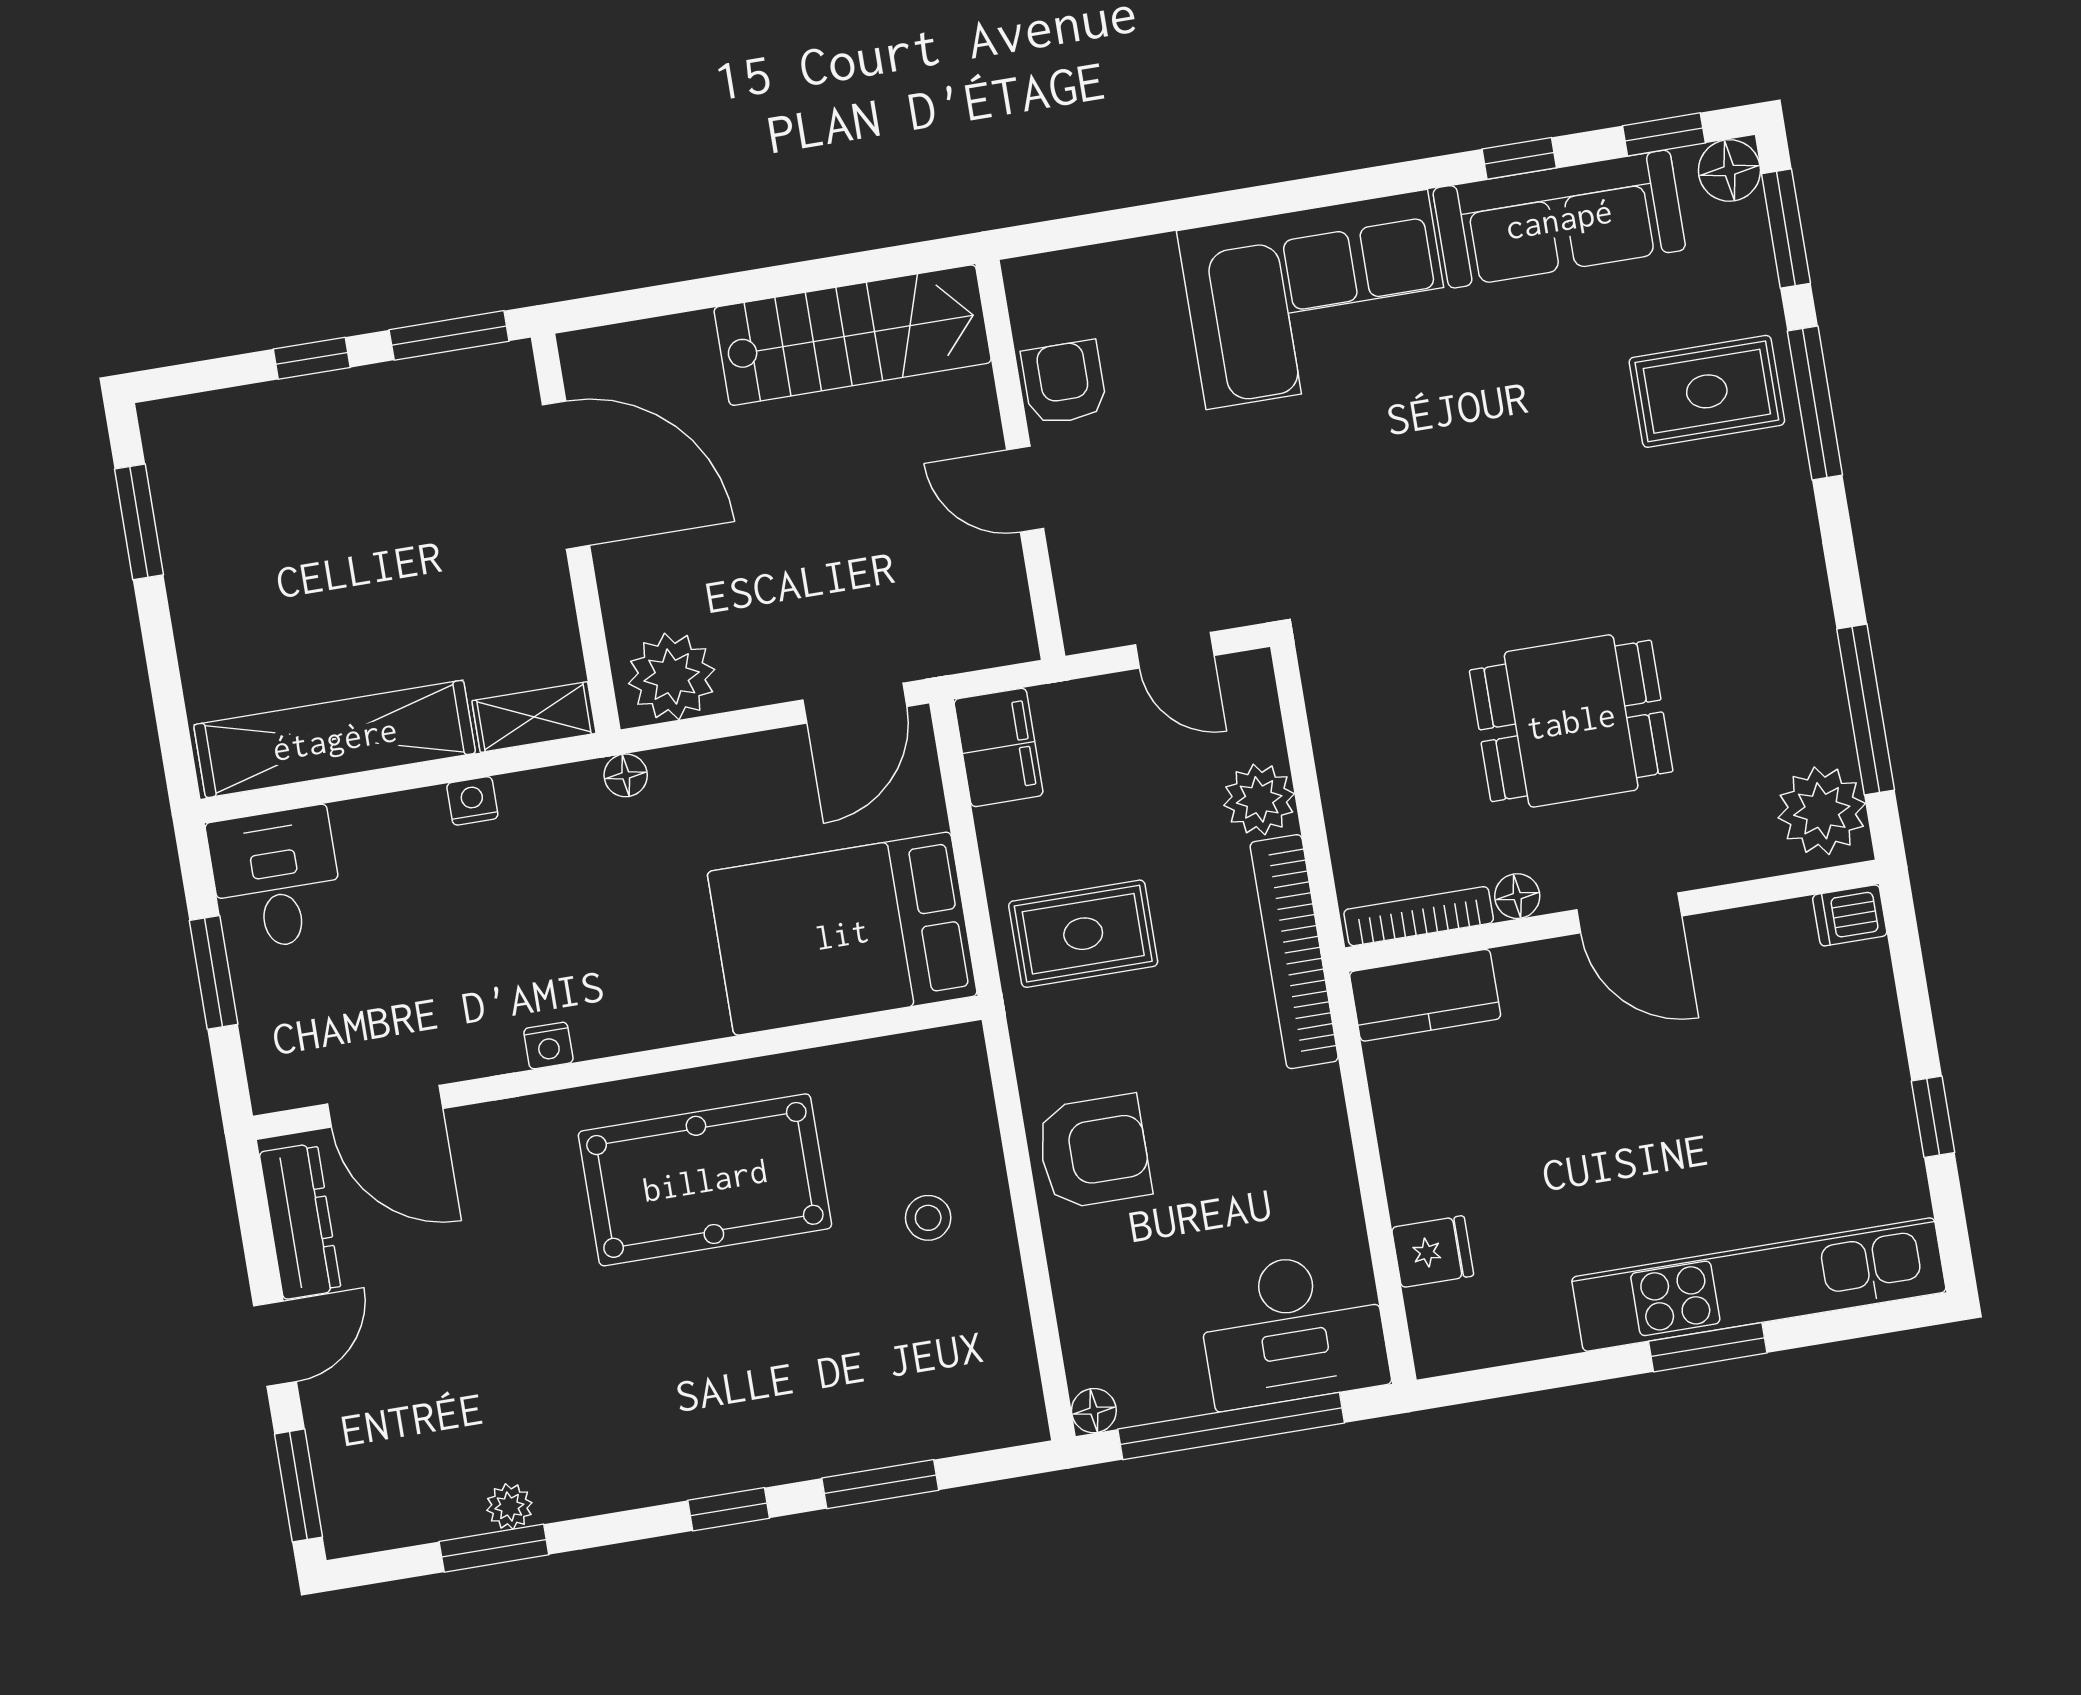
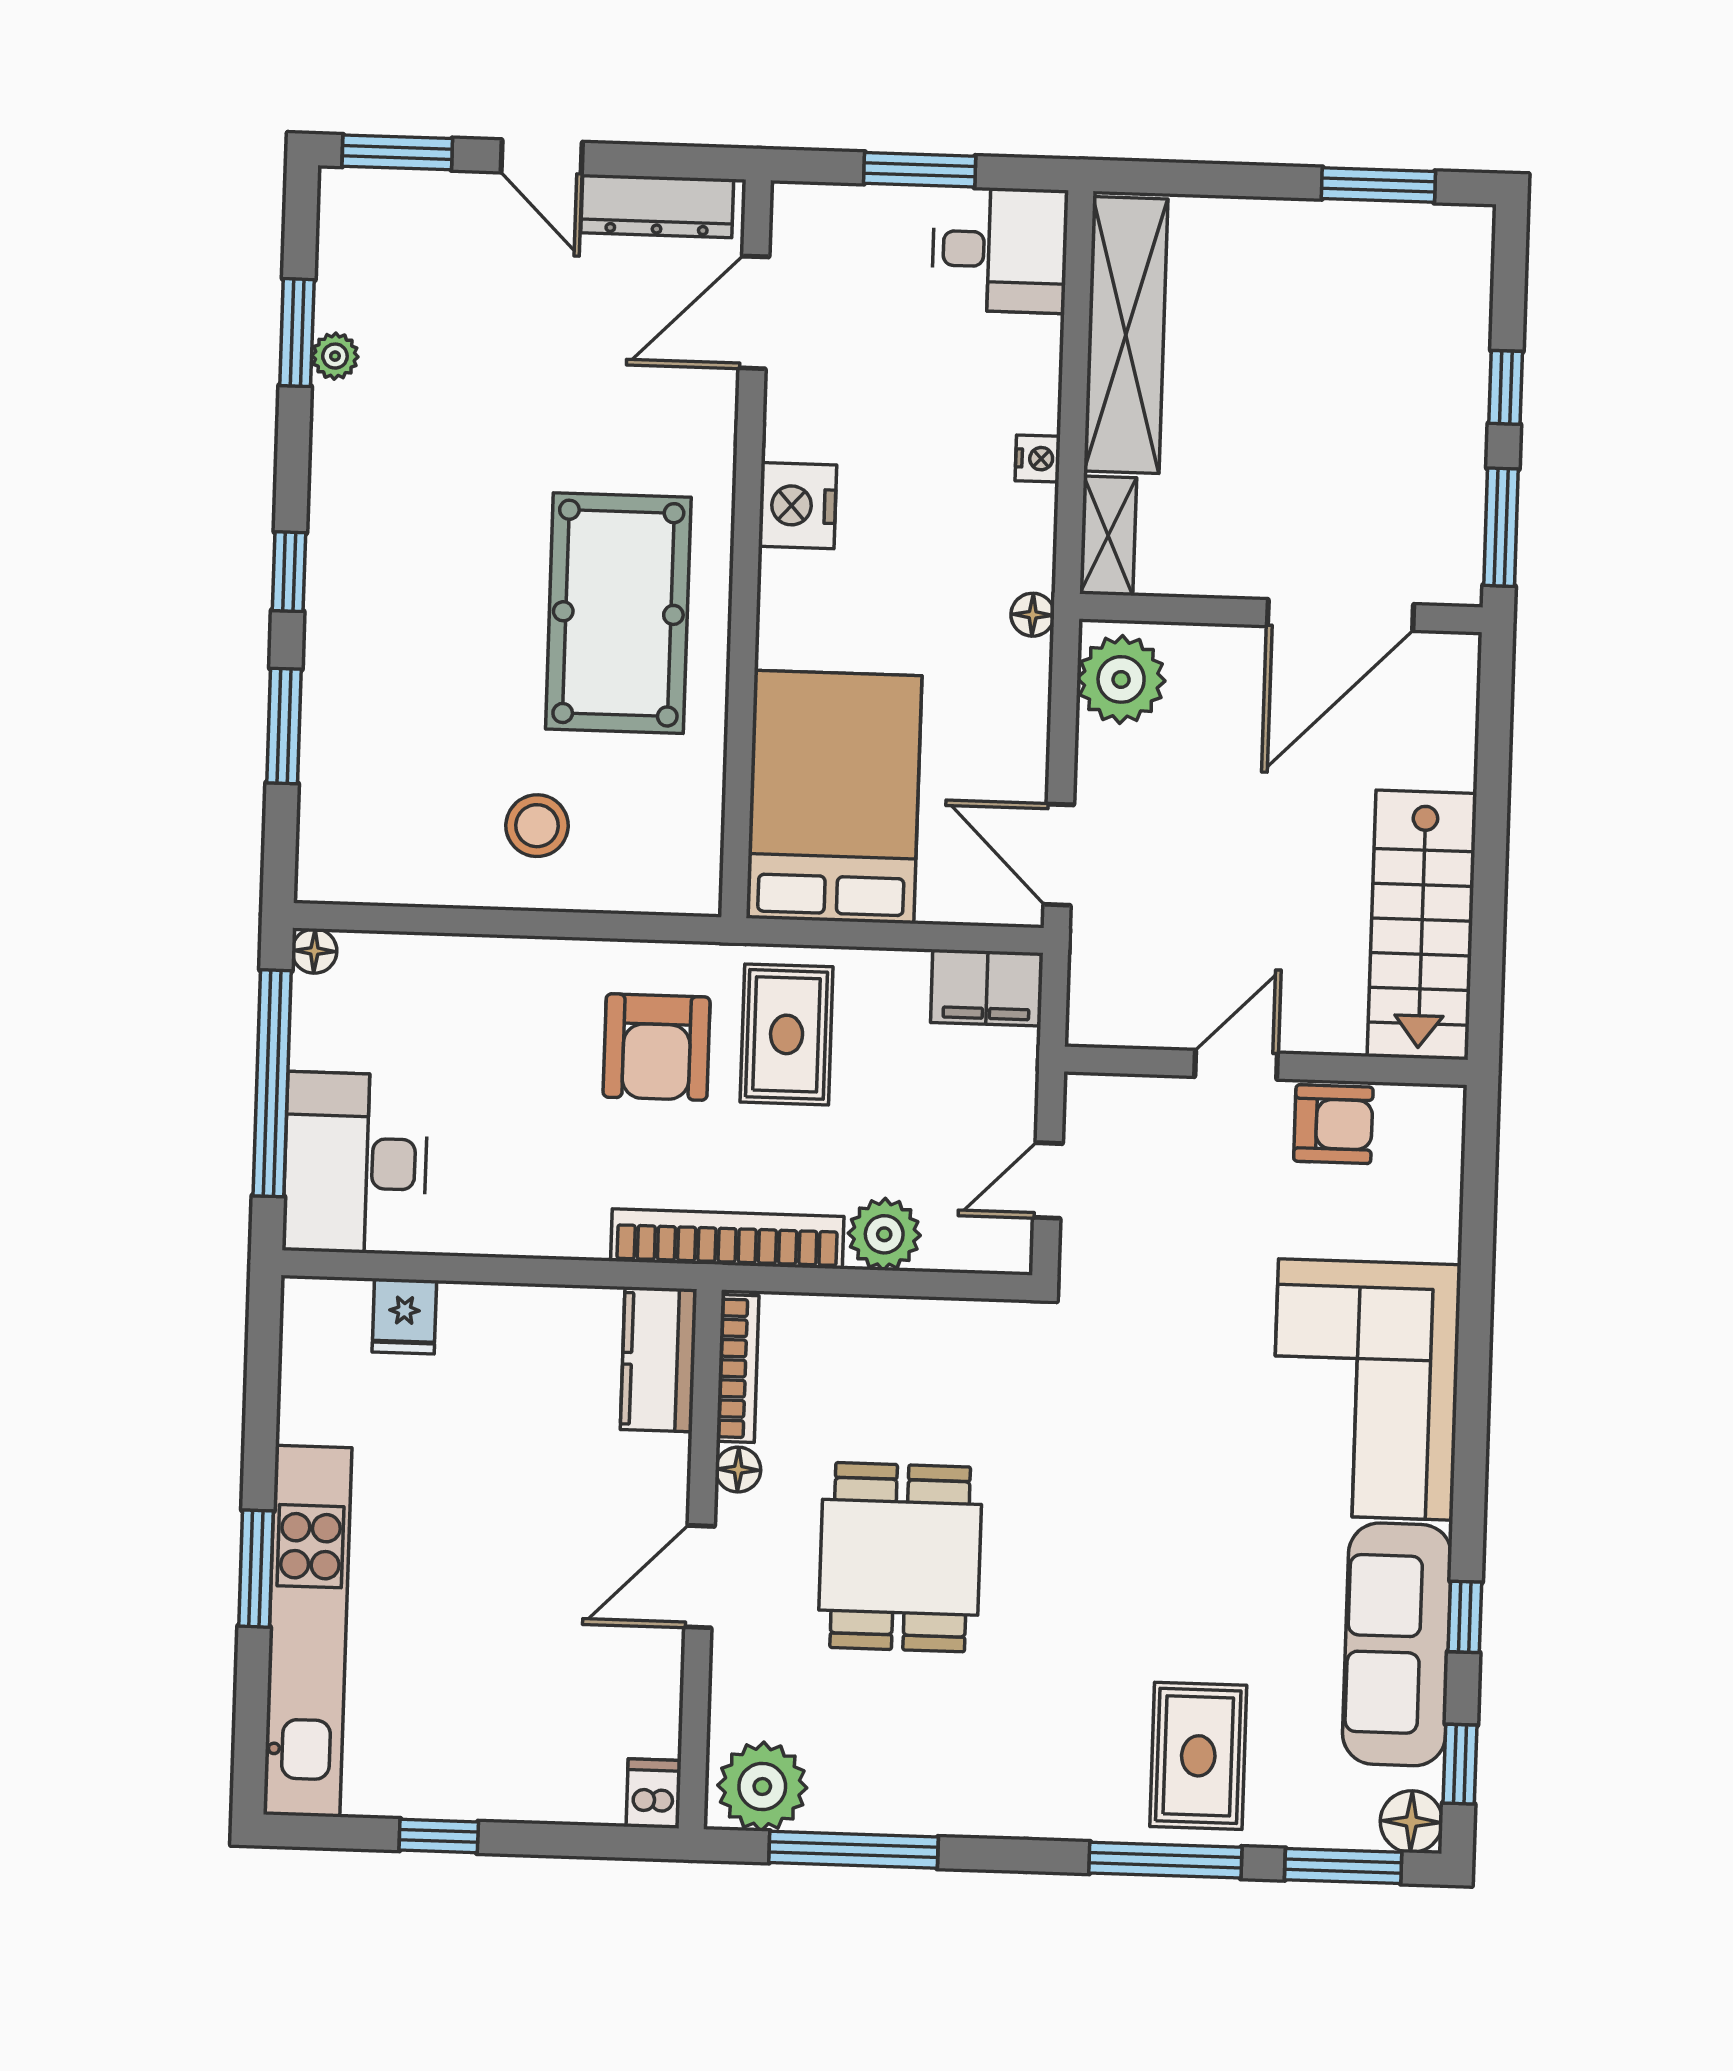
nightstand: (548, 1046) -> (798, 506), width x1.89, depth x1.79
armchair: (1094, 1152) -> (657, 1047), moved
stool: (928, 1218) -> (537, 826), width x1.37, depth x1.37

